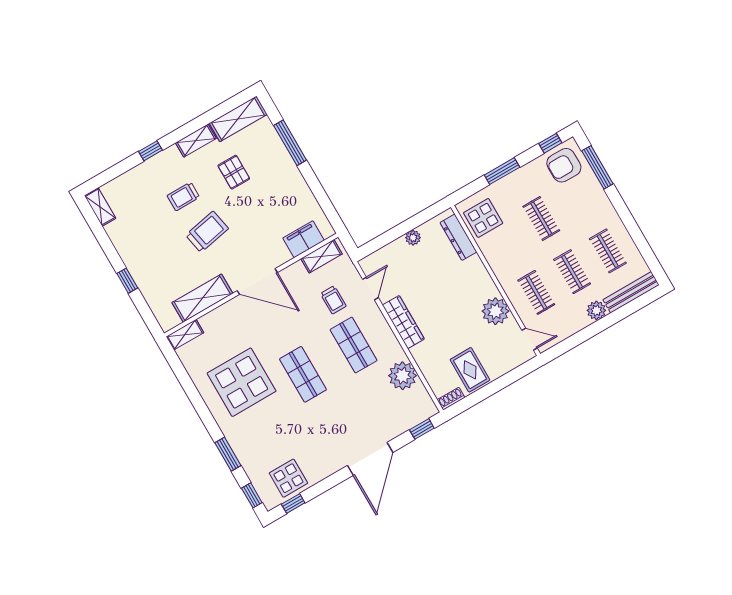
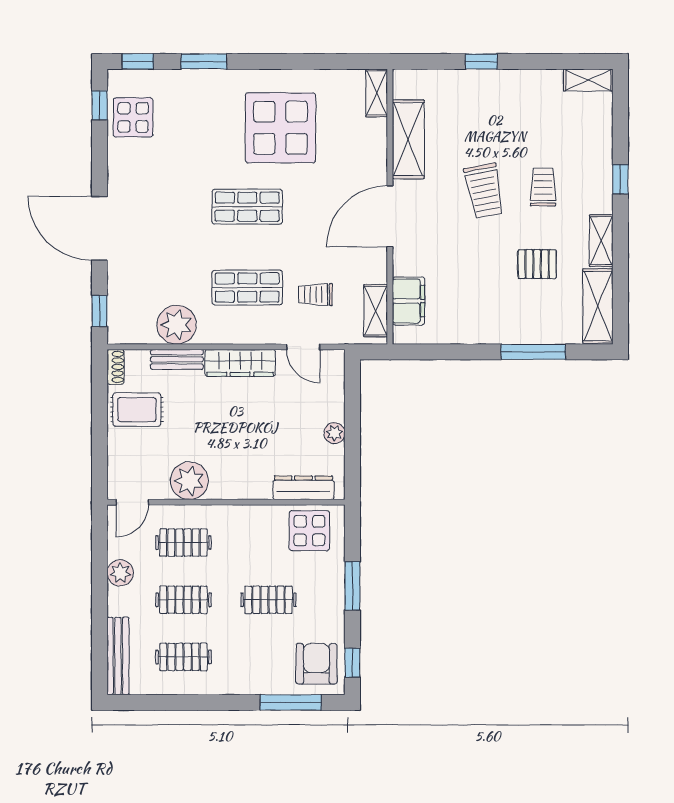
plant: (596, 310) -> (120, 573), moved
bench: (424, 363) -> (177, 359), added

